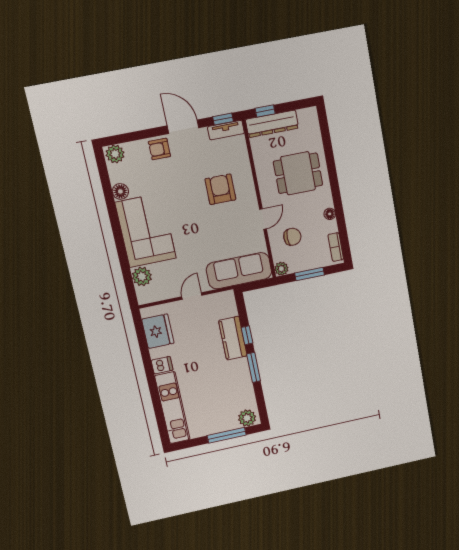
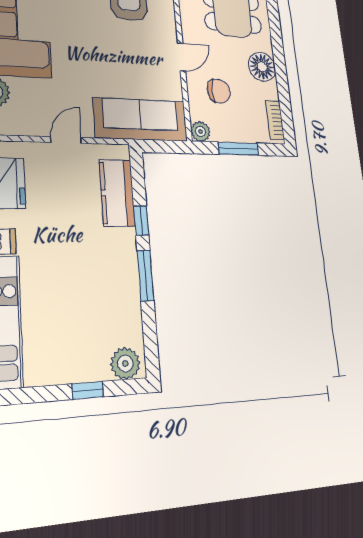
floor lamp: (330, 214) -> (262, 67), width x1.89, depth x1.89
kitchen counter: (233, 338) -> (117, 193), moved
window: (227, 435) -> (88, 390), width x0.46

